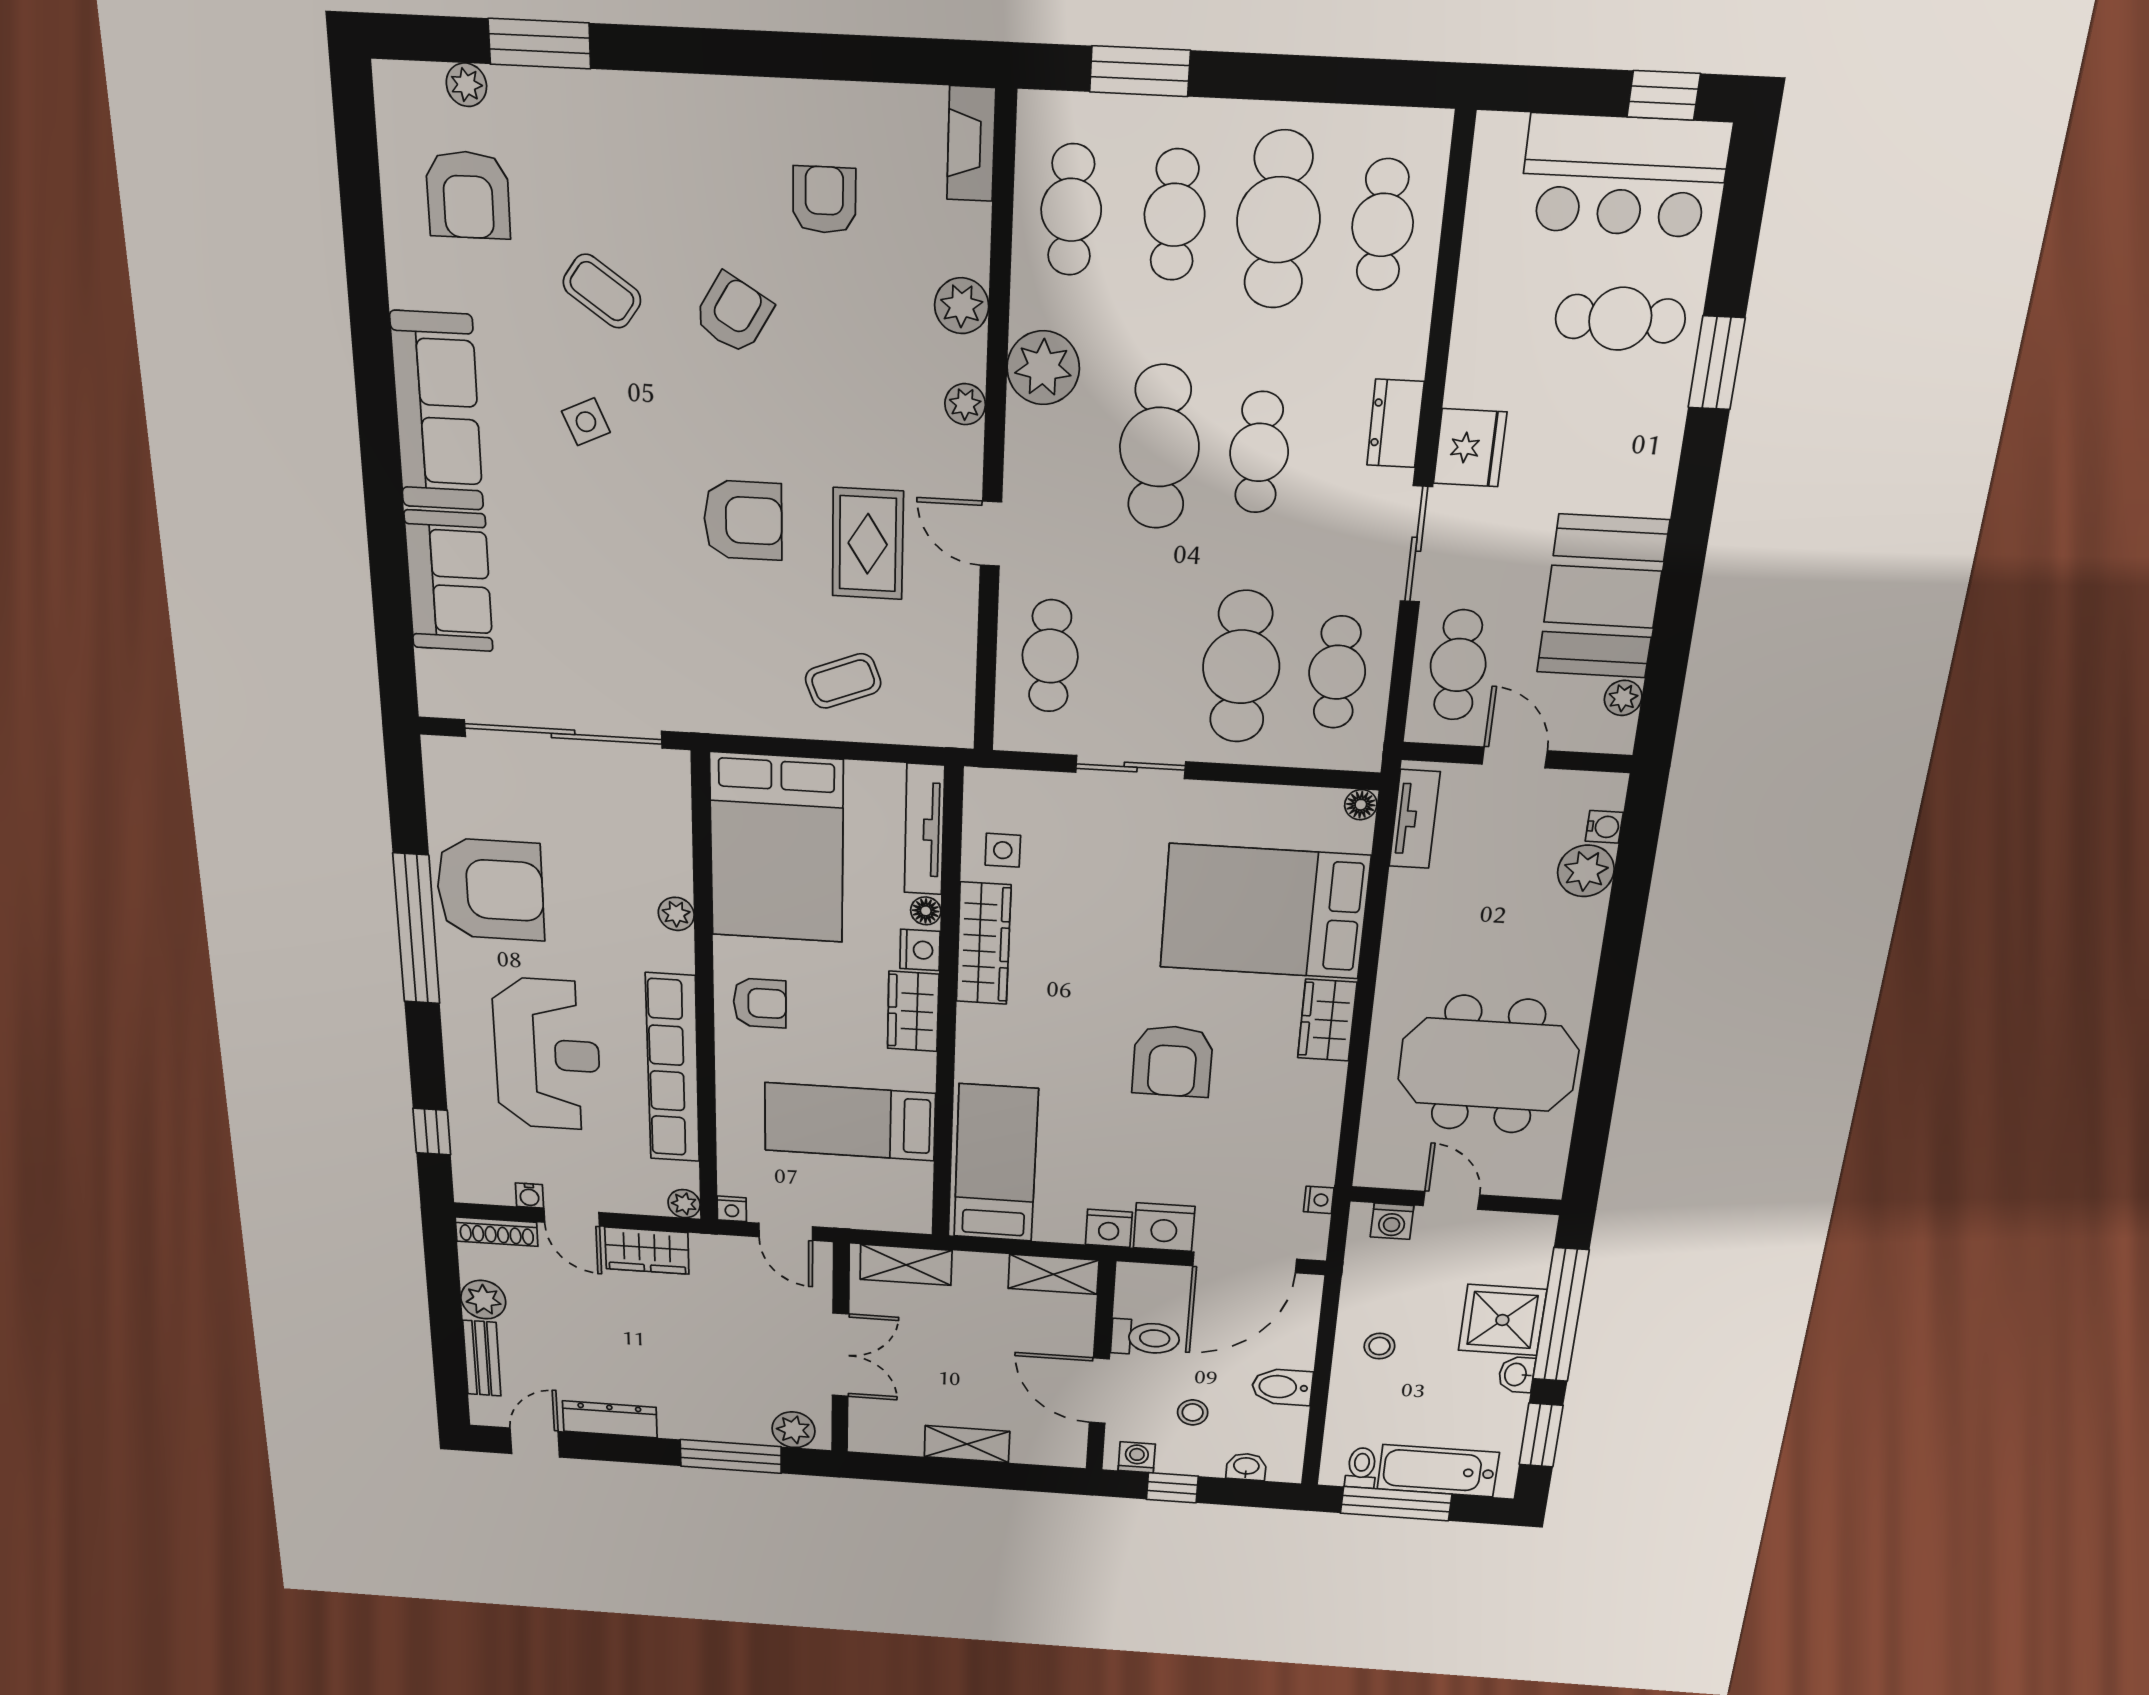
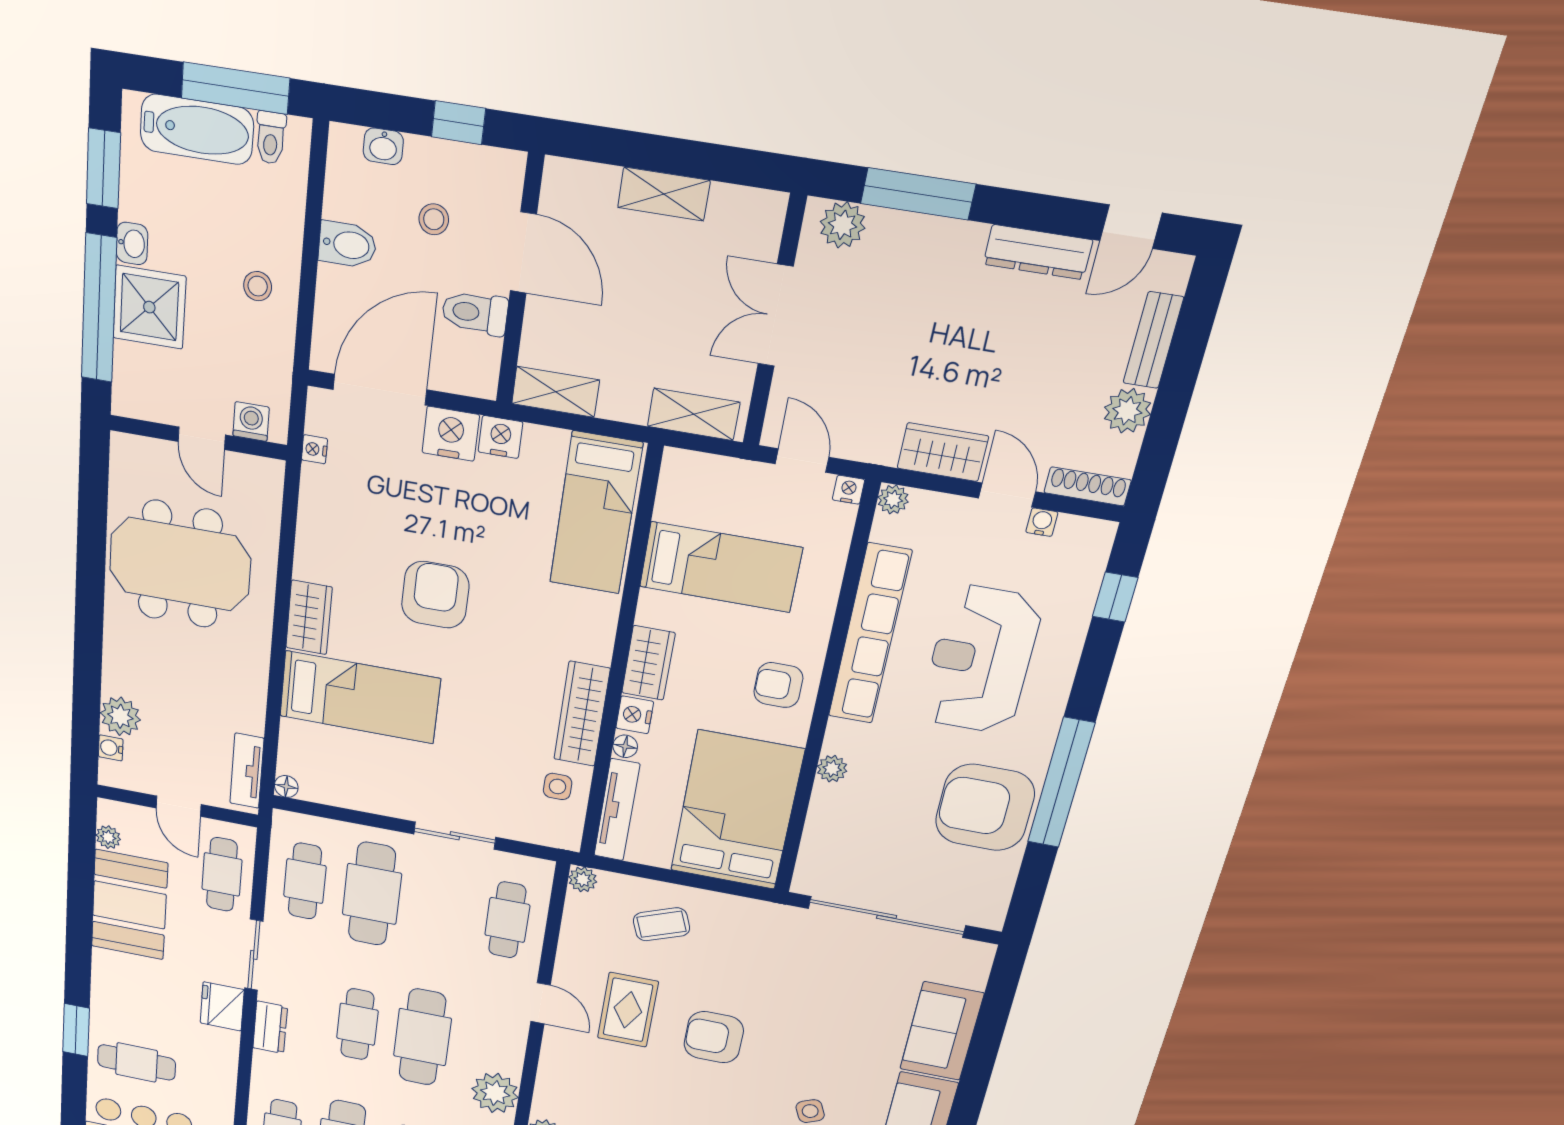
plant: (965, 404) -> (583, 879), moved
bed: (1264, 912) -> (360, 697), width x0.67
washing machine: (1137, 1457) -> (492, 165), removed

